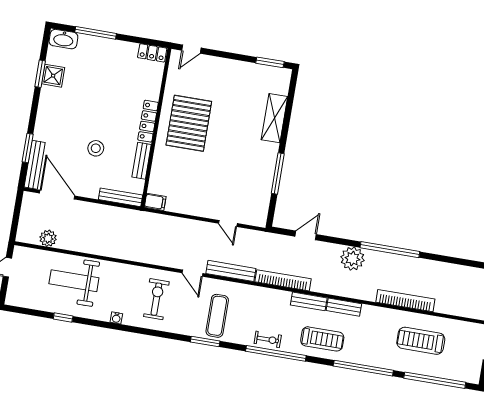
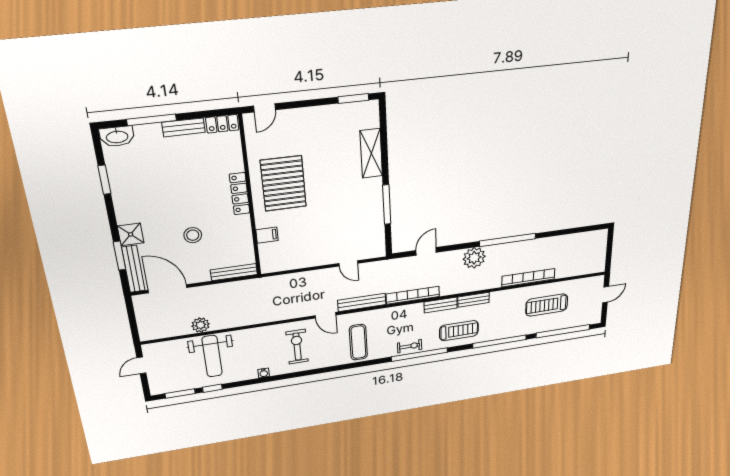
shower: (53, 76) -> (131, 234), moved
bench: (142, 161) -> (184, 127), moved, turned 90
filing cabinet: (155, 202) -> (267, 235), moved
plant: (48, 238) -> (201, 325), moved
weight bench: (74, 281) -> (212, 356), turned -90
window: (205, 341) -> (180, 394), moved

